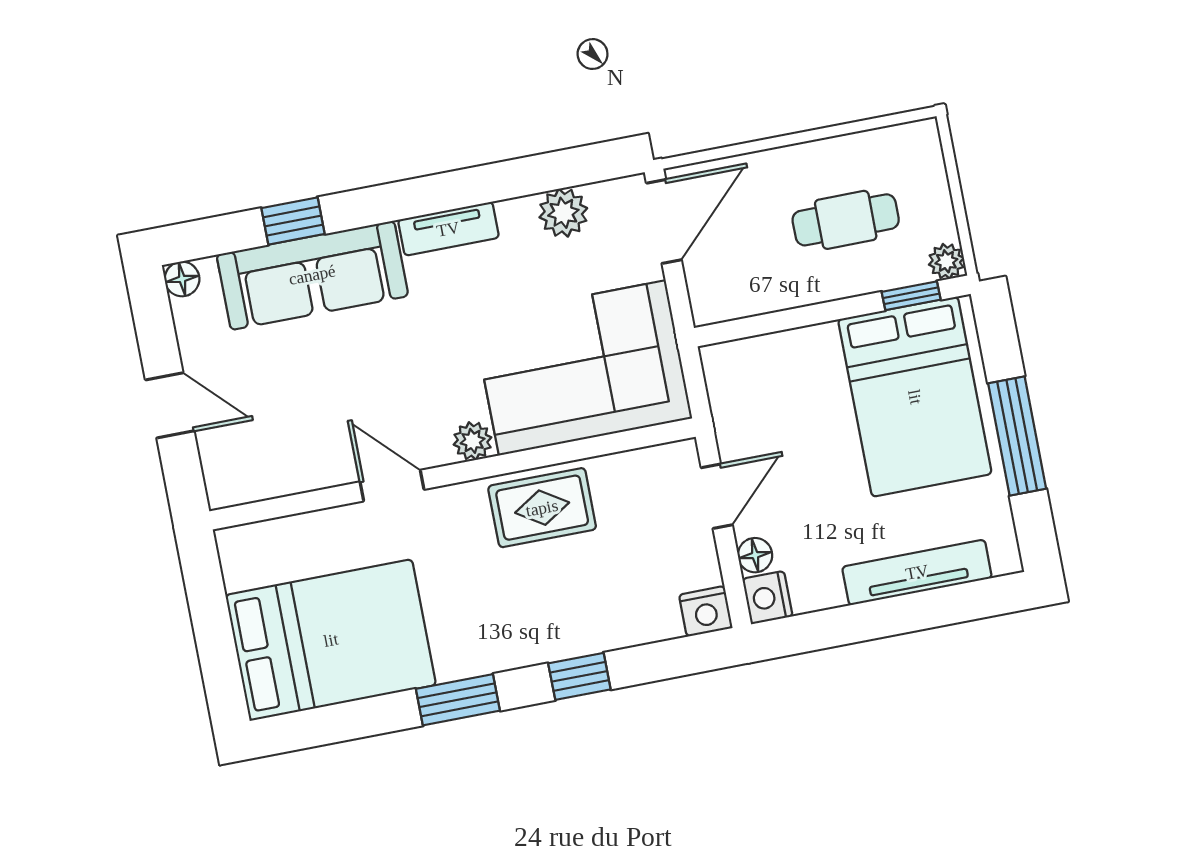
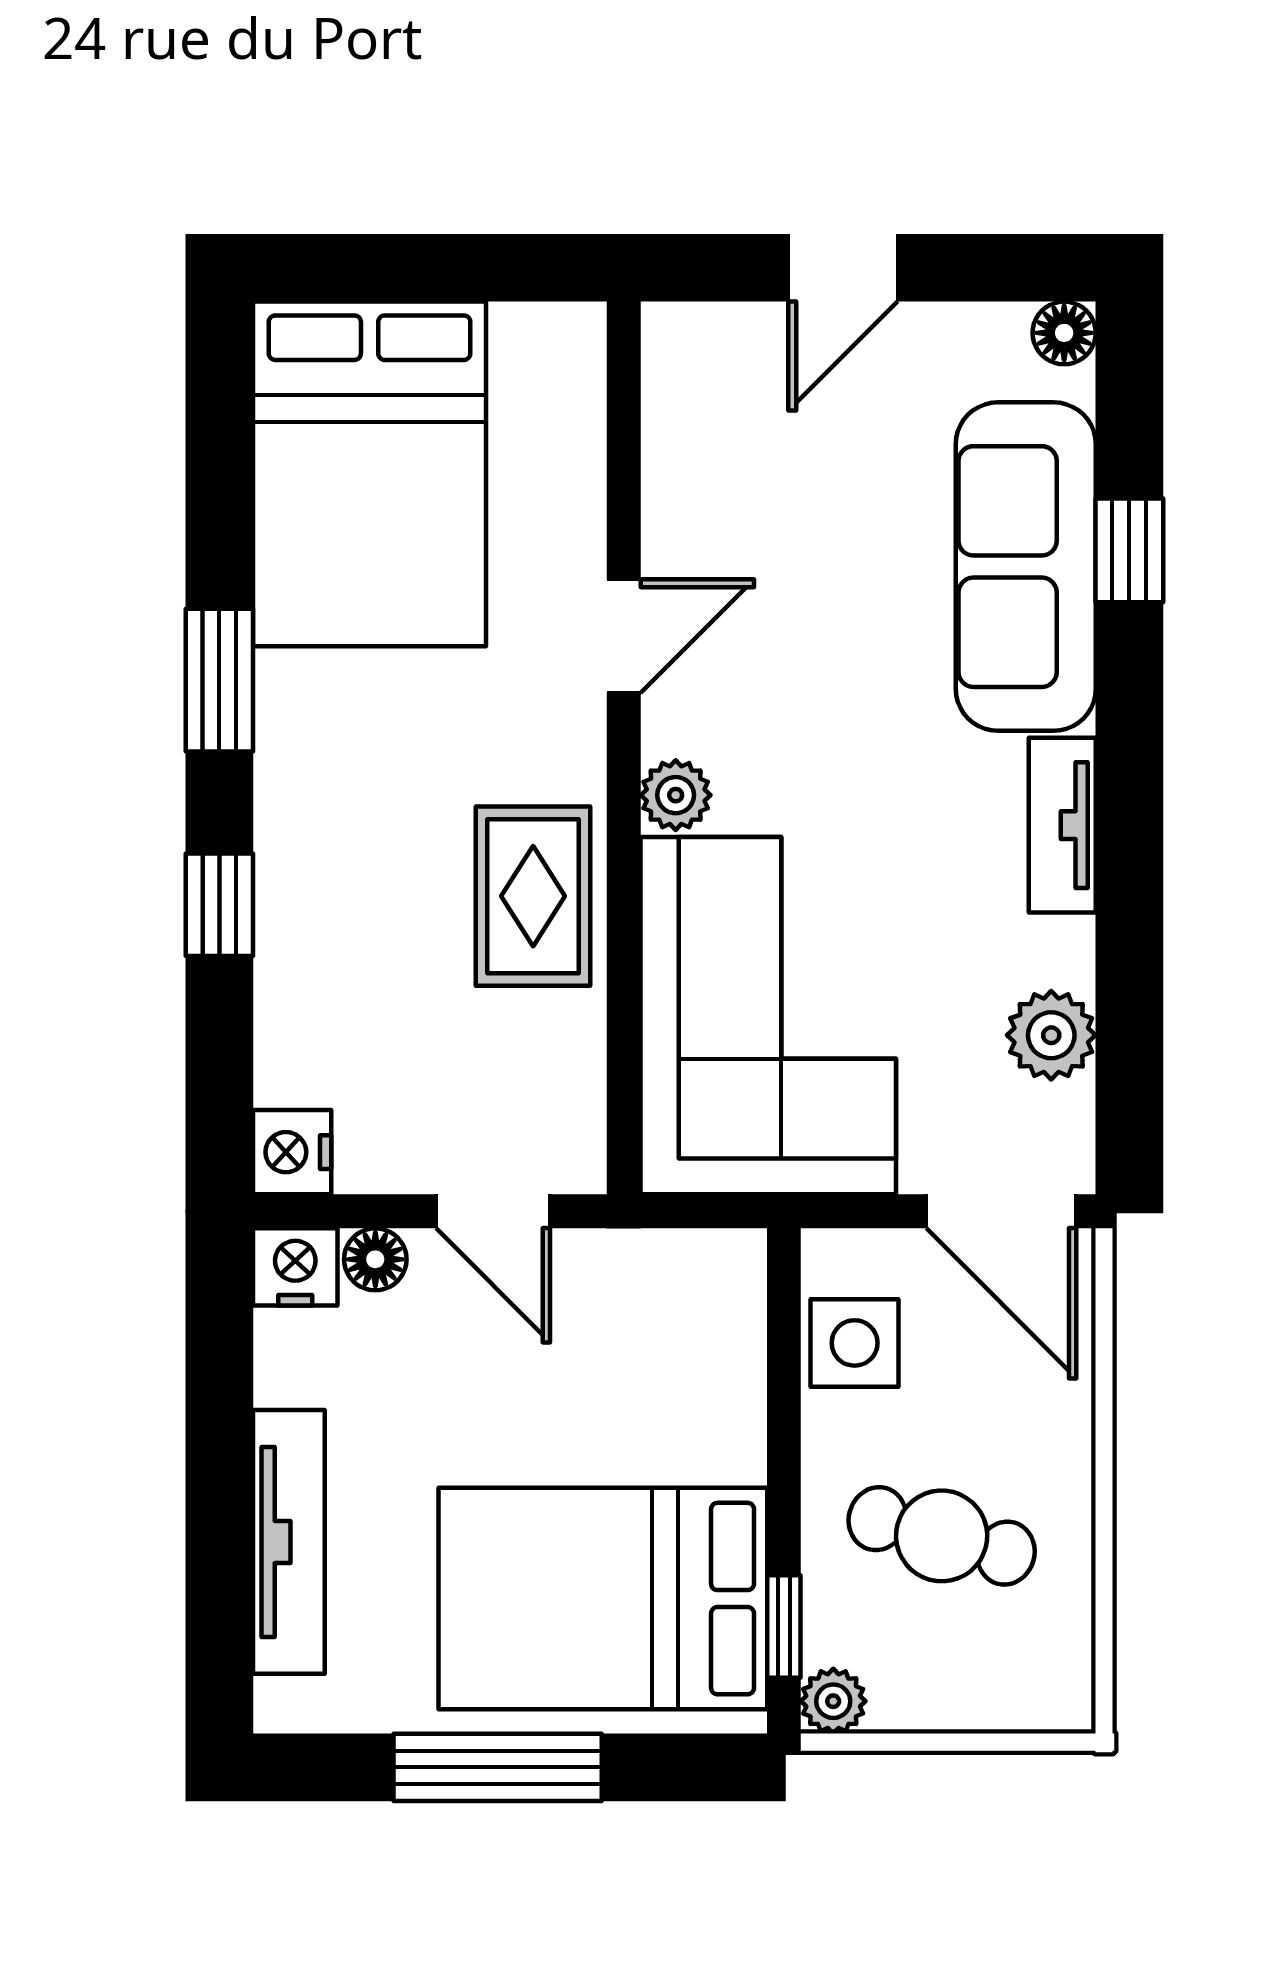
cafe table: (846, 220) -> (942, 1536), turned -75
side table: (750, 287) -> (855, 1343), added

